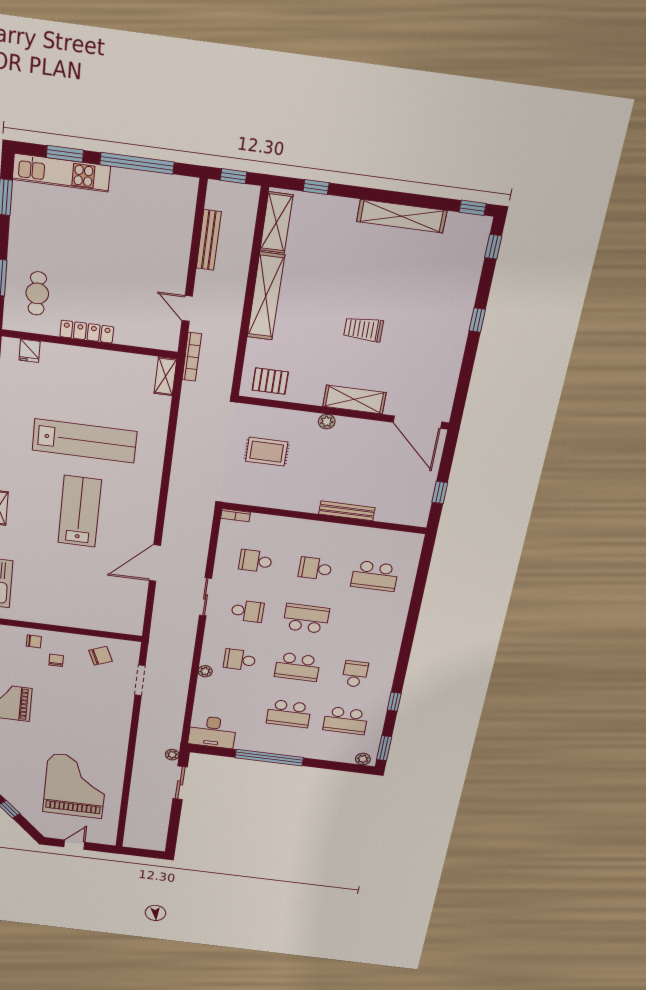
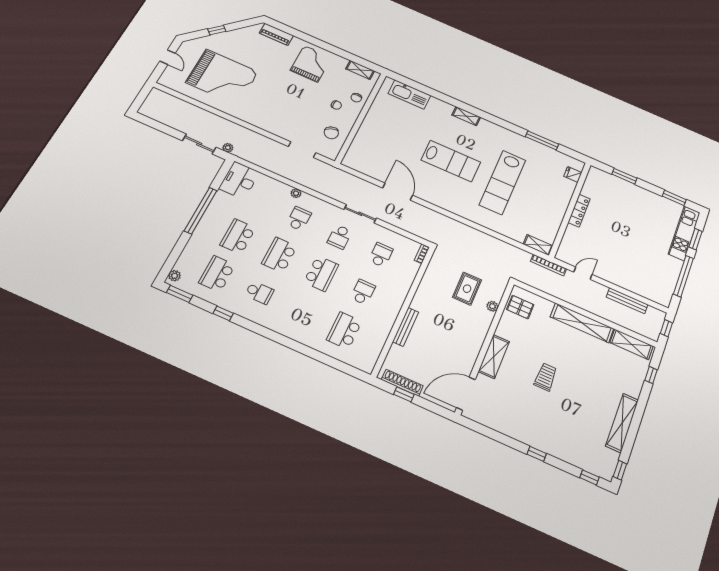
cafe table: (37, 293) -> (610, 193), removed
pallet: (270, 381) -> (520, 307), turned 90
plant: (327, 422) -> (492, 306), moved
shoe rack: (425, 498) -> (402, 383), added

